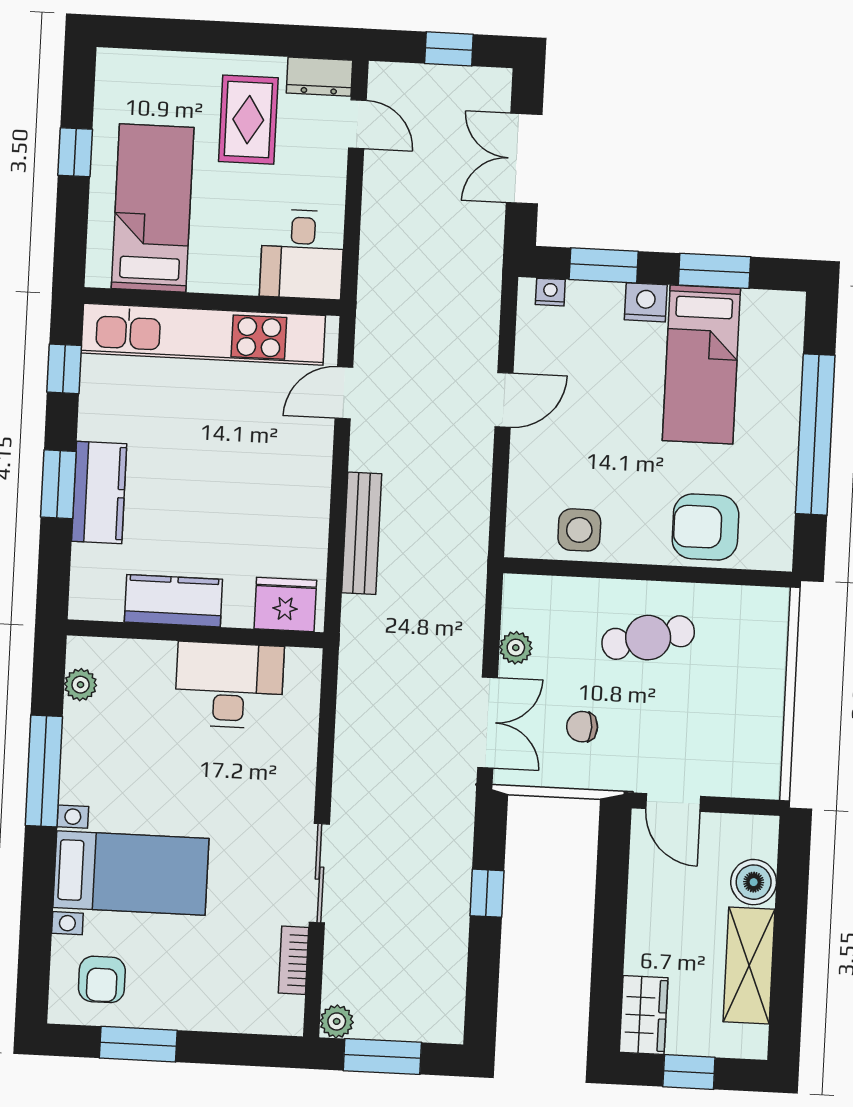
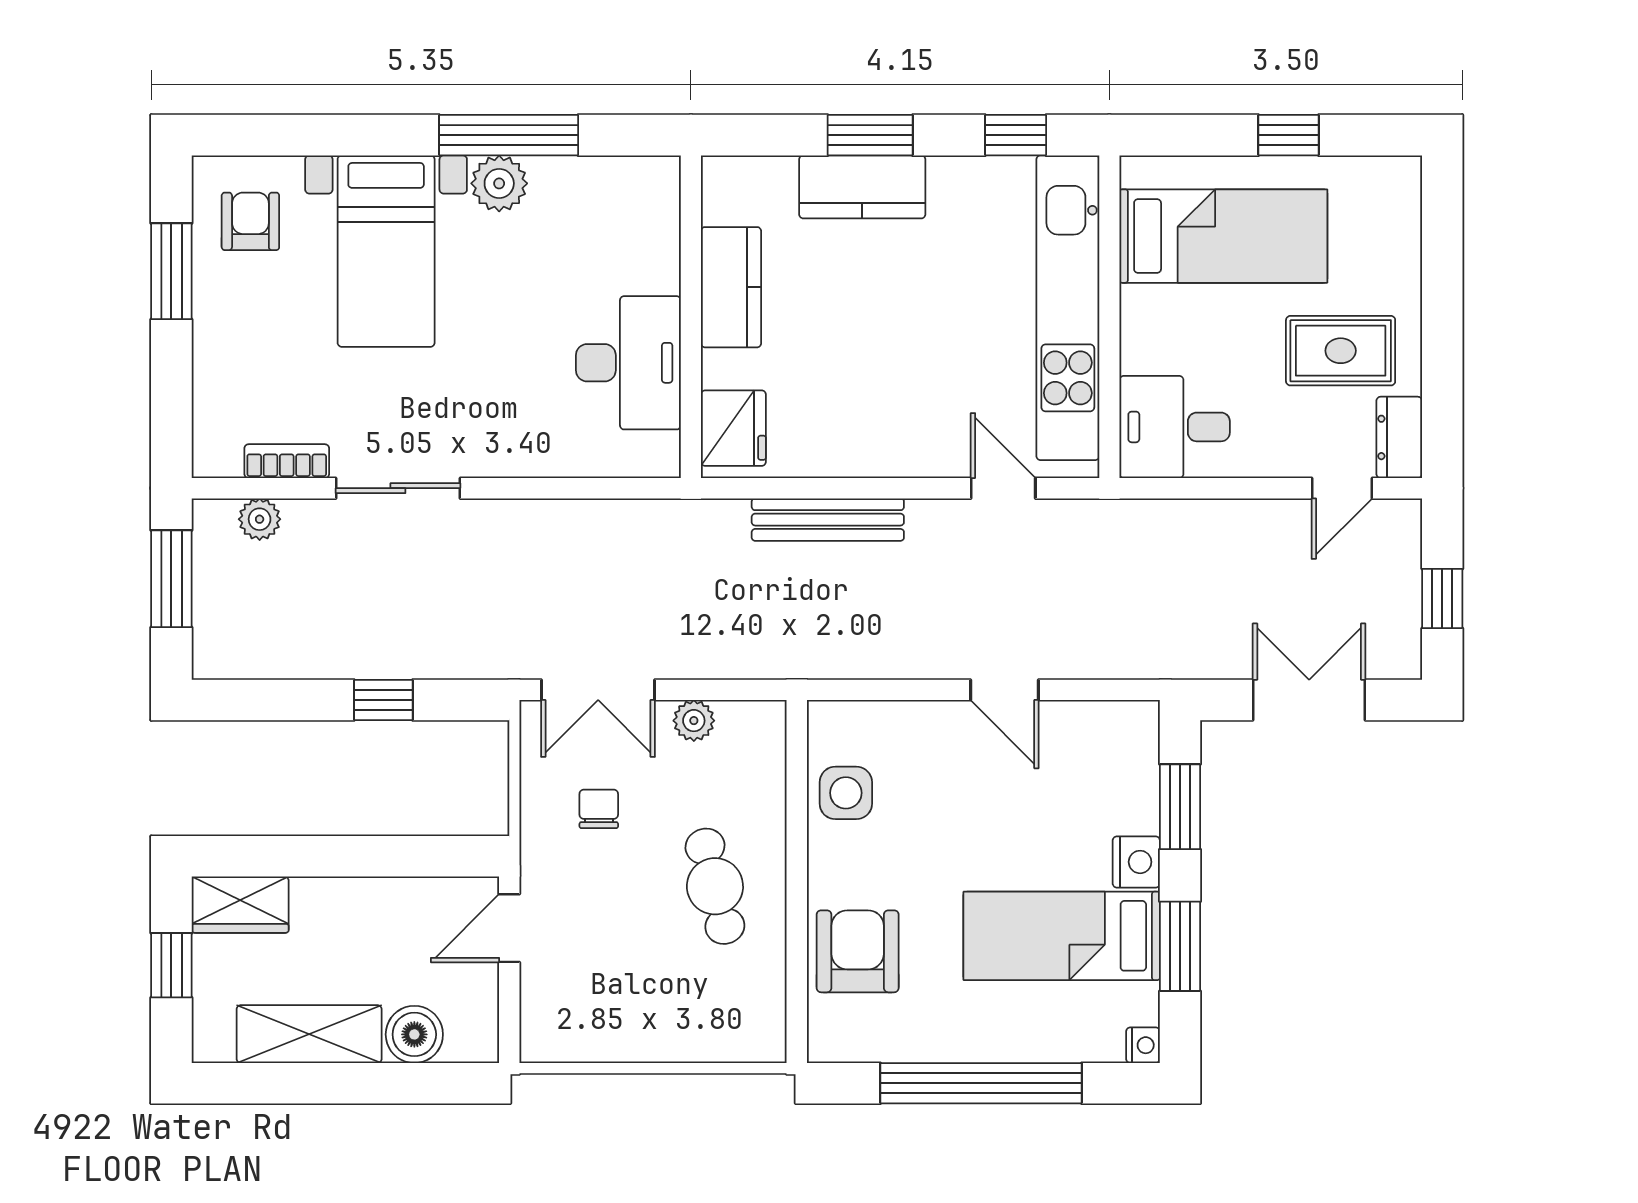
nightstand: (550, 292) -> (1143, 1045), moved
plant: (81, 685) -> (499, 183), moved, width x1.38, depth x1.38
armchair: (102, 979) -> (250, 221), turned 90
plant: (337, 1021) -> (260, 519), moved

